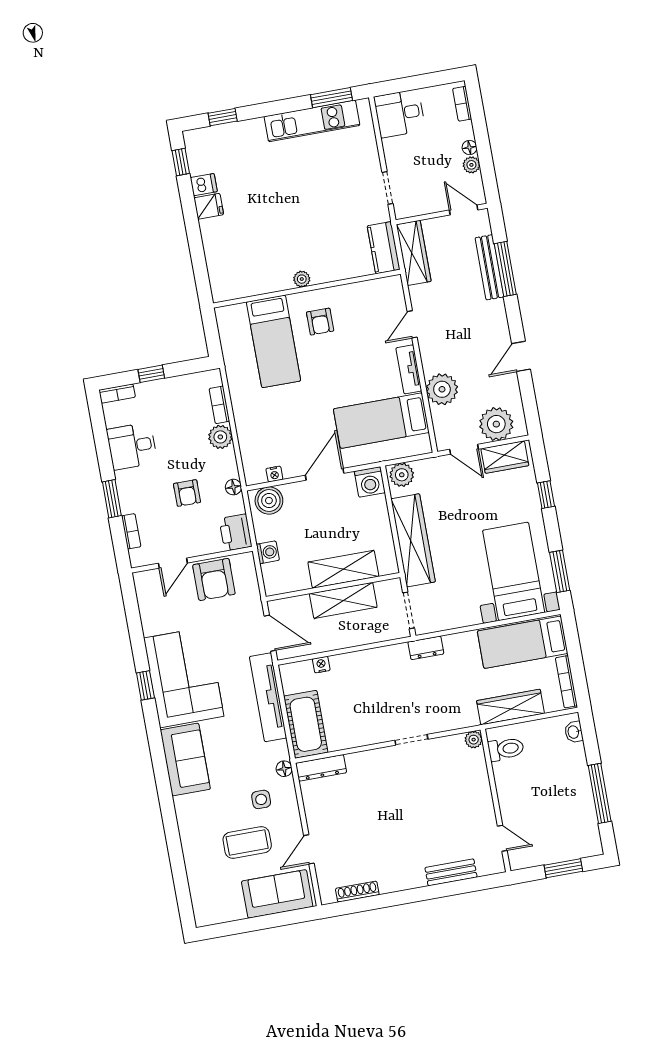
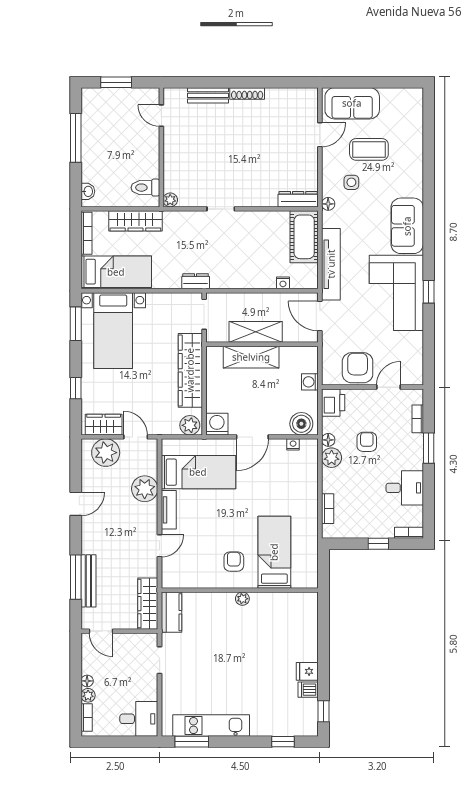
plant: (471, 165) -> (88, 695), moved
plant: (220, 437) -> (332, 458), moved
shoe rack: (357, 892) -> (247, 93), moved

